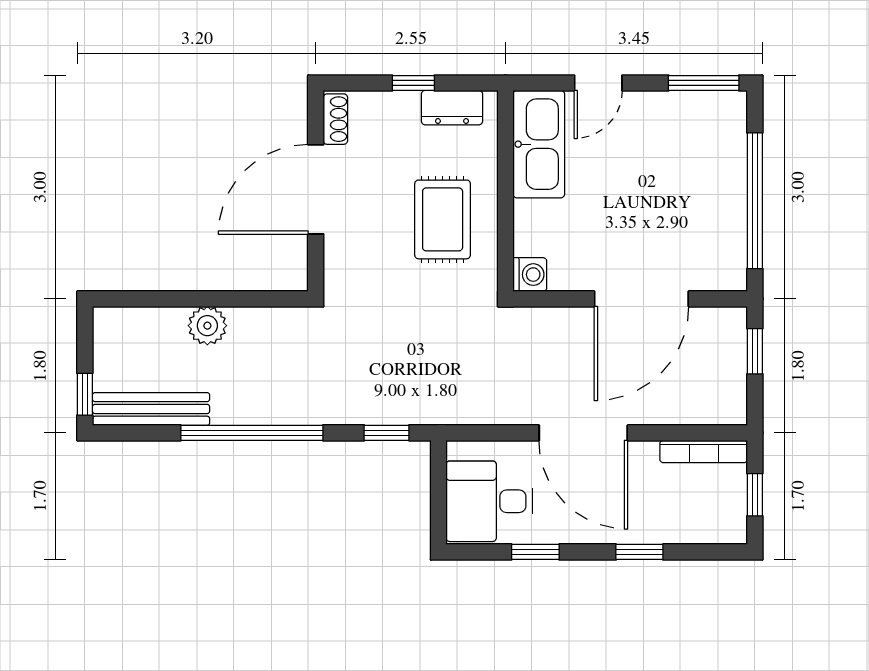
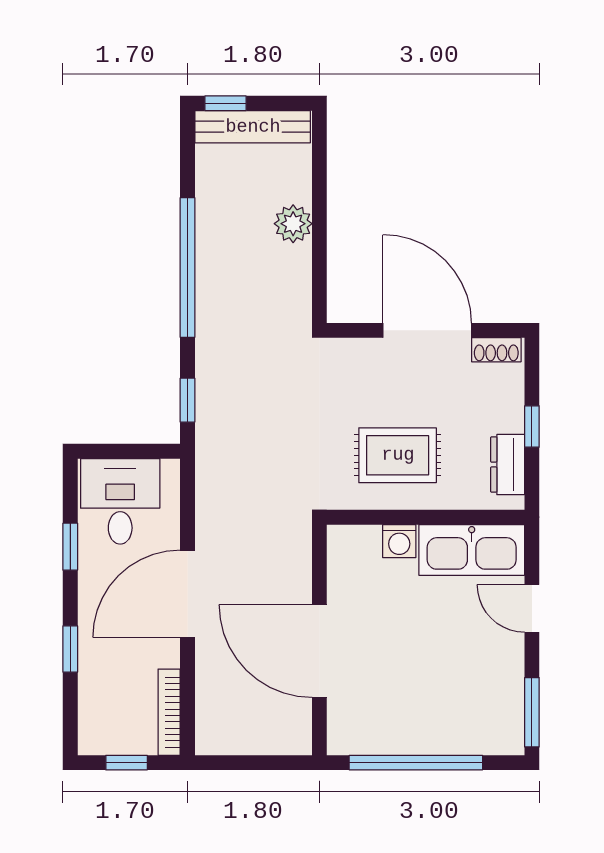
washing machine: (530, 275) -> (399, 541), moved
window: (755, 351) -> (268, 763), removed
bench: (151, 409) -> (253, 127), moved, turned 90

